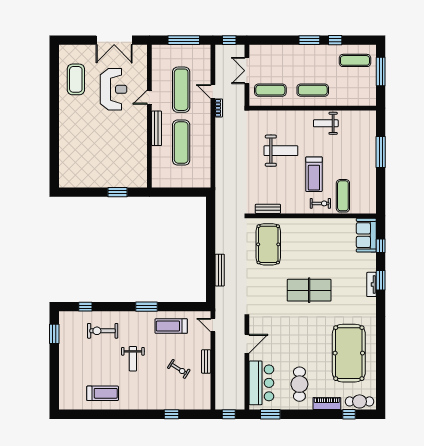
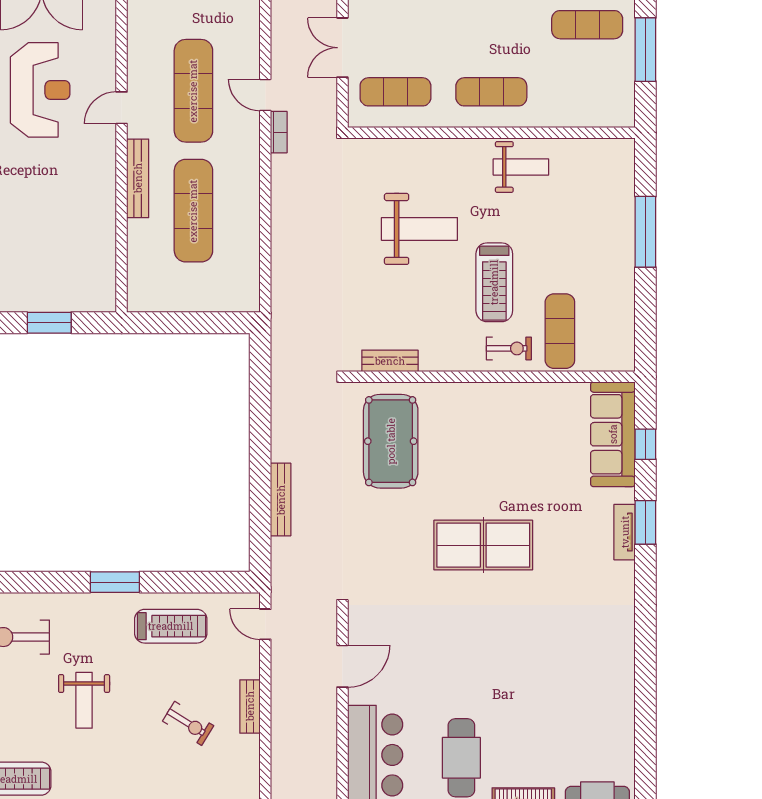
weight bench: (326, 123) -> (521, 167), turned 180
sofa: (366, 235) -> (613, 434), width x1.36
treadmill: (171, 326) -> (171, 626), turned 180
pool table: (349, 353) -> (573, 688), removed

